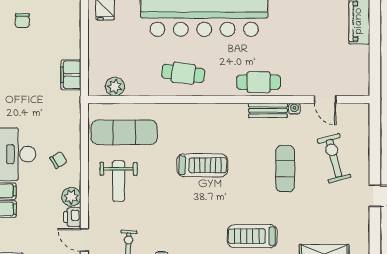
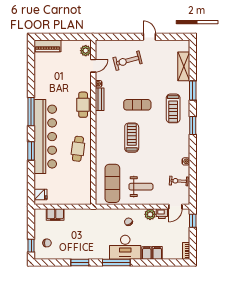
filing cabinet: (71, 75) -> (55, 215), moved
plant: (115, 86) -> (86, 51), moved
exercise mat: (285, 169) -> (137, 105), moved

